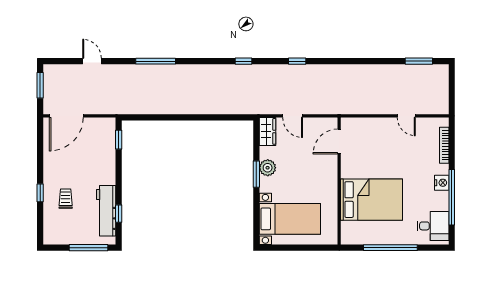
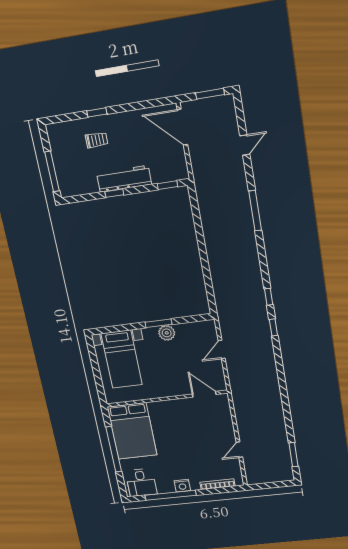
window: (297, 61) -> (273, 327), moved
wardrobe: (267, 131) -> (202, 328), removed
bed: (372, 200) -> (132, 431), moved
workbench: (106, 211) -> (124, 179), moved
window: (119, 214) -> (114, 193), moved

